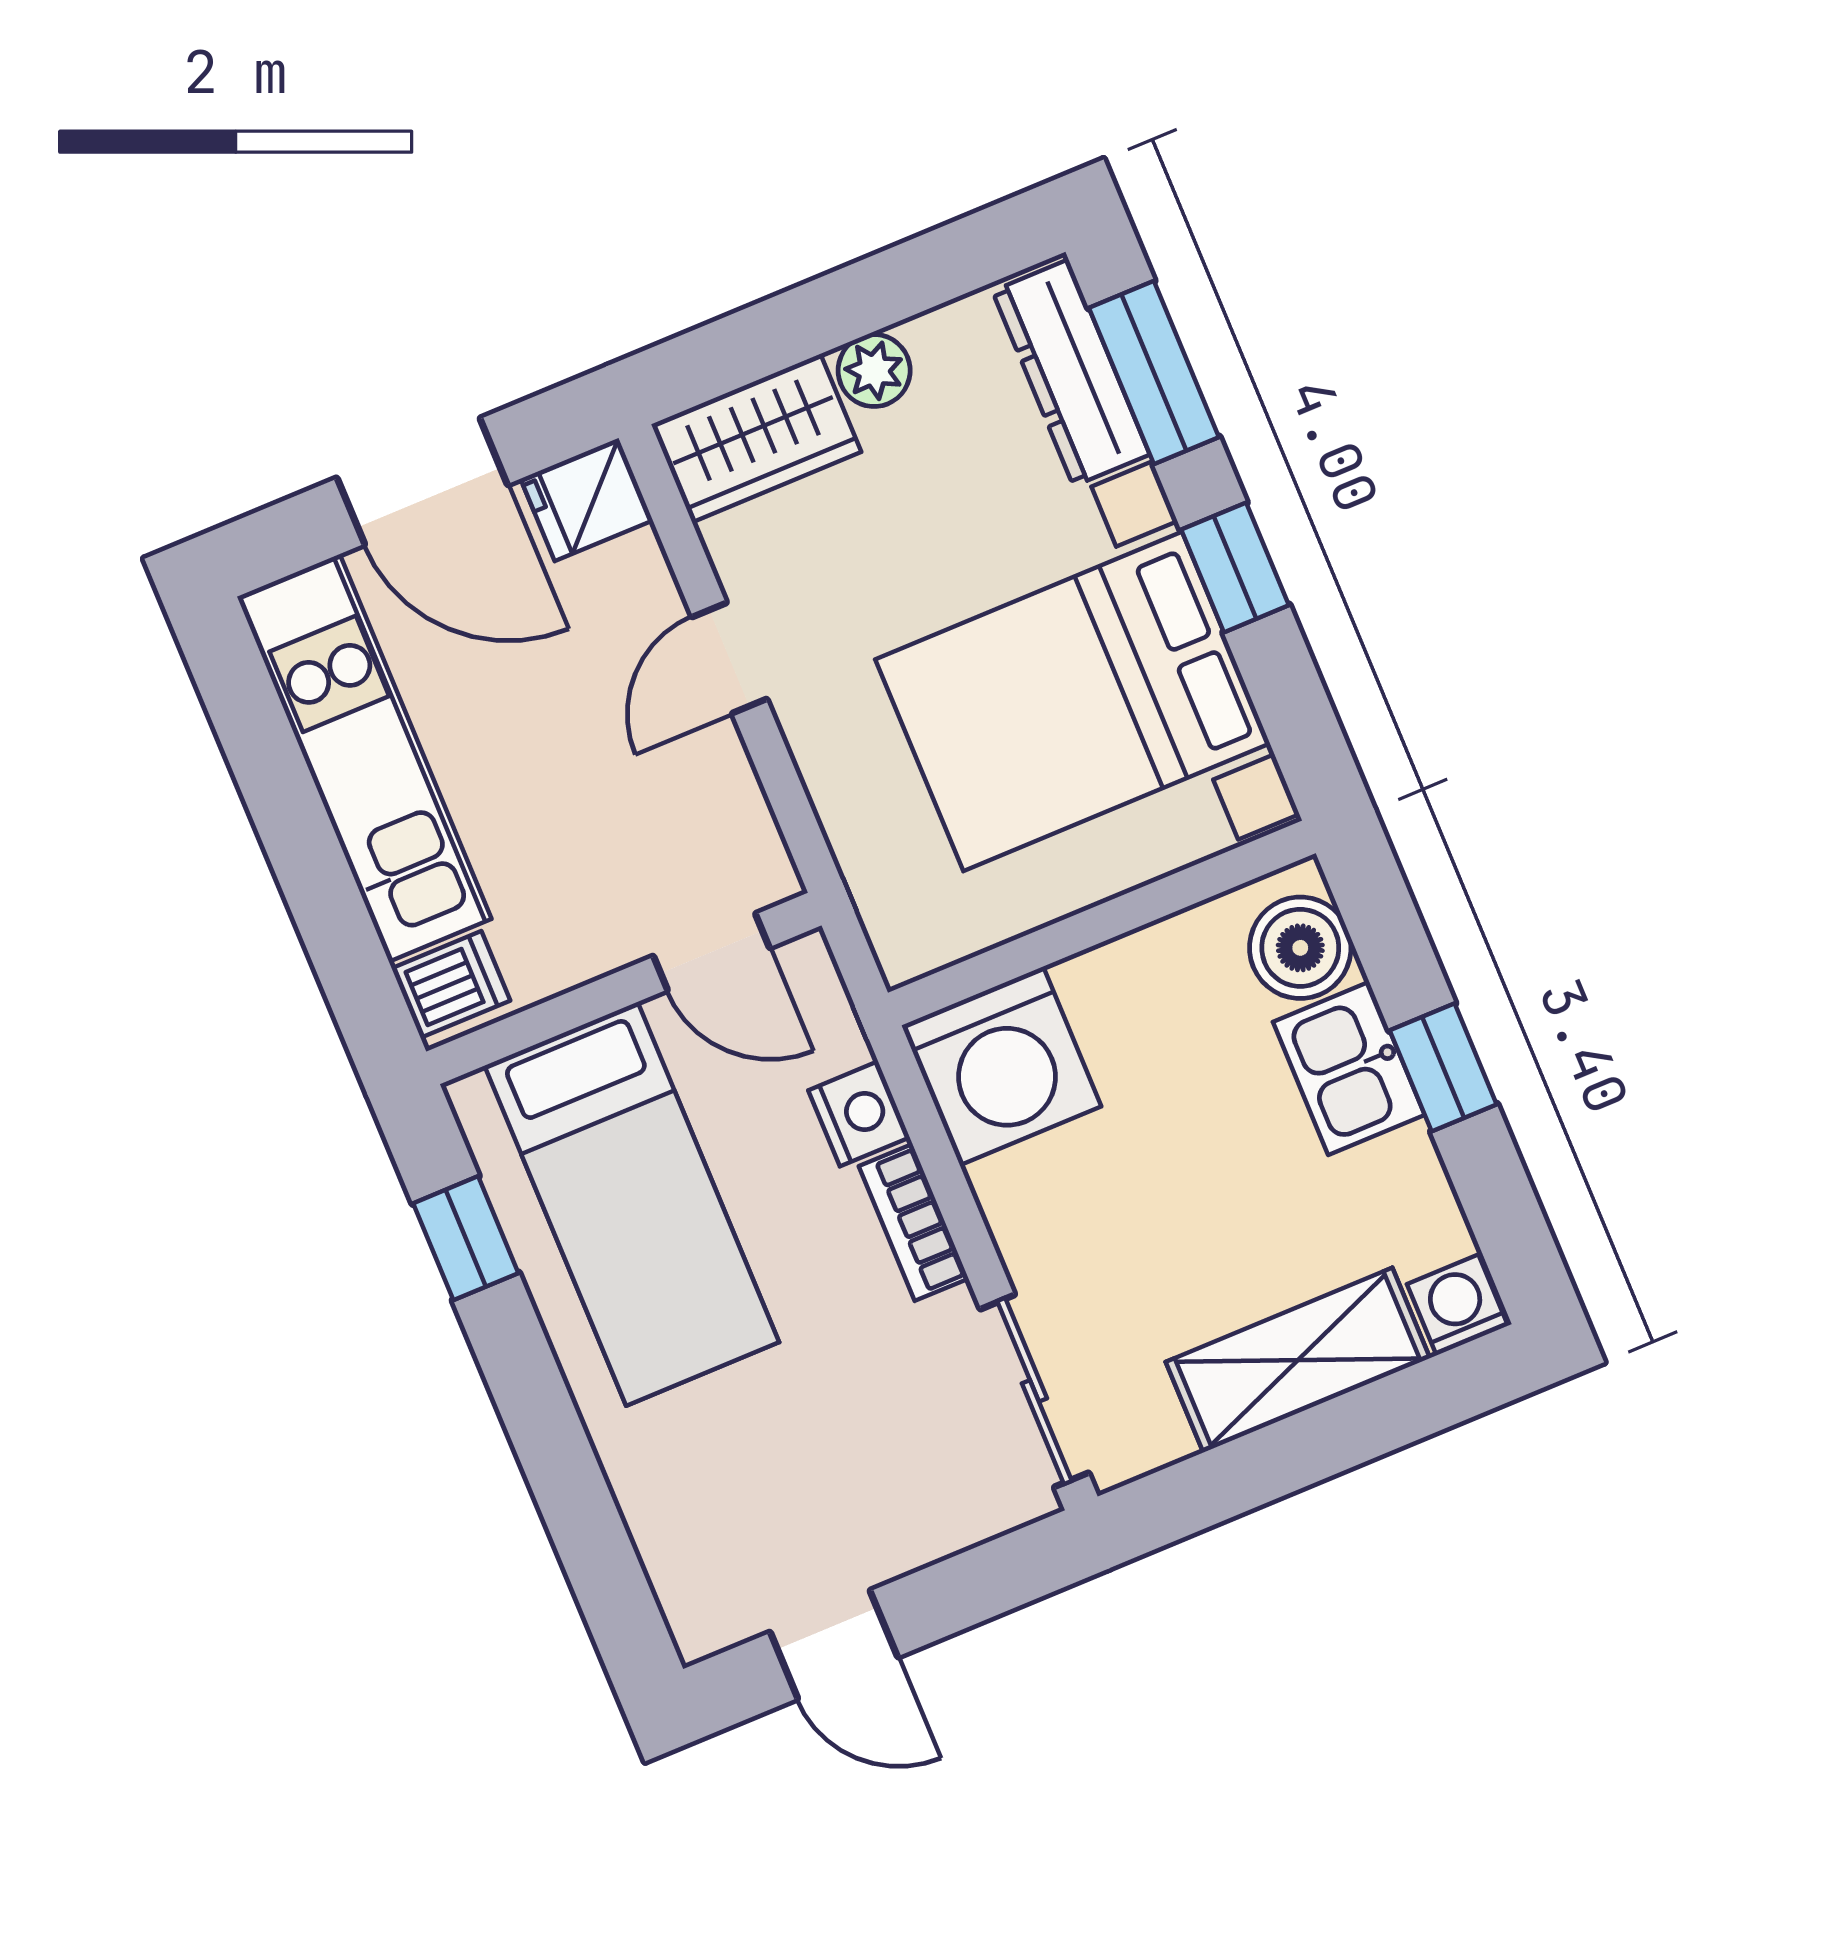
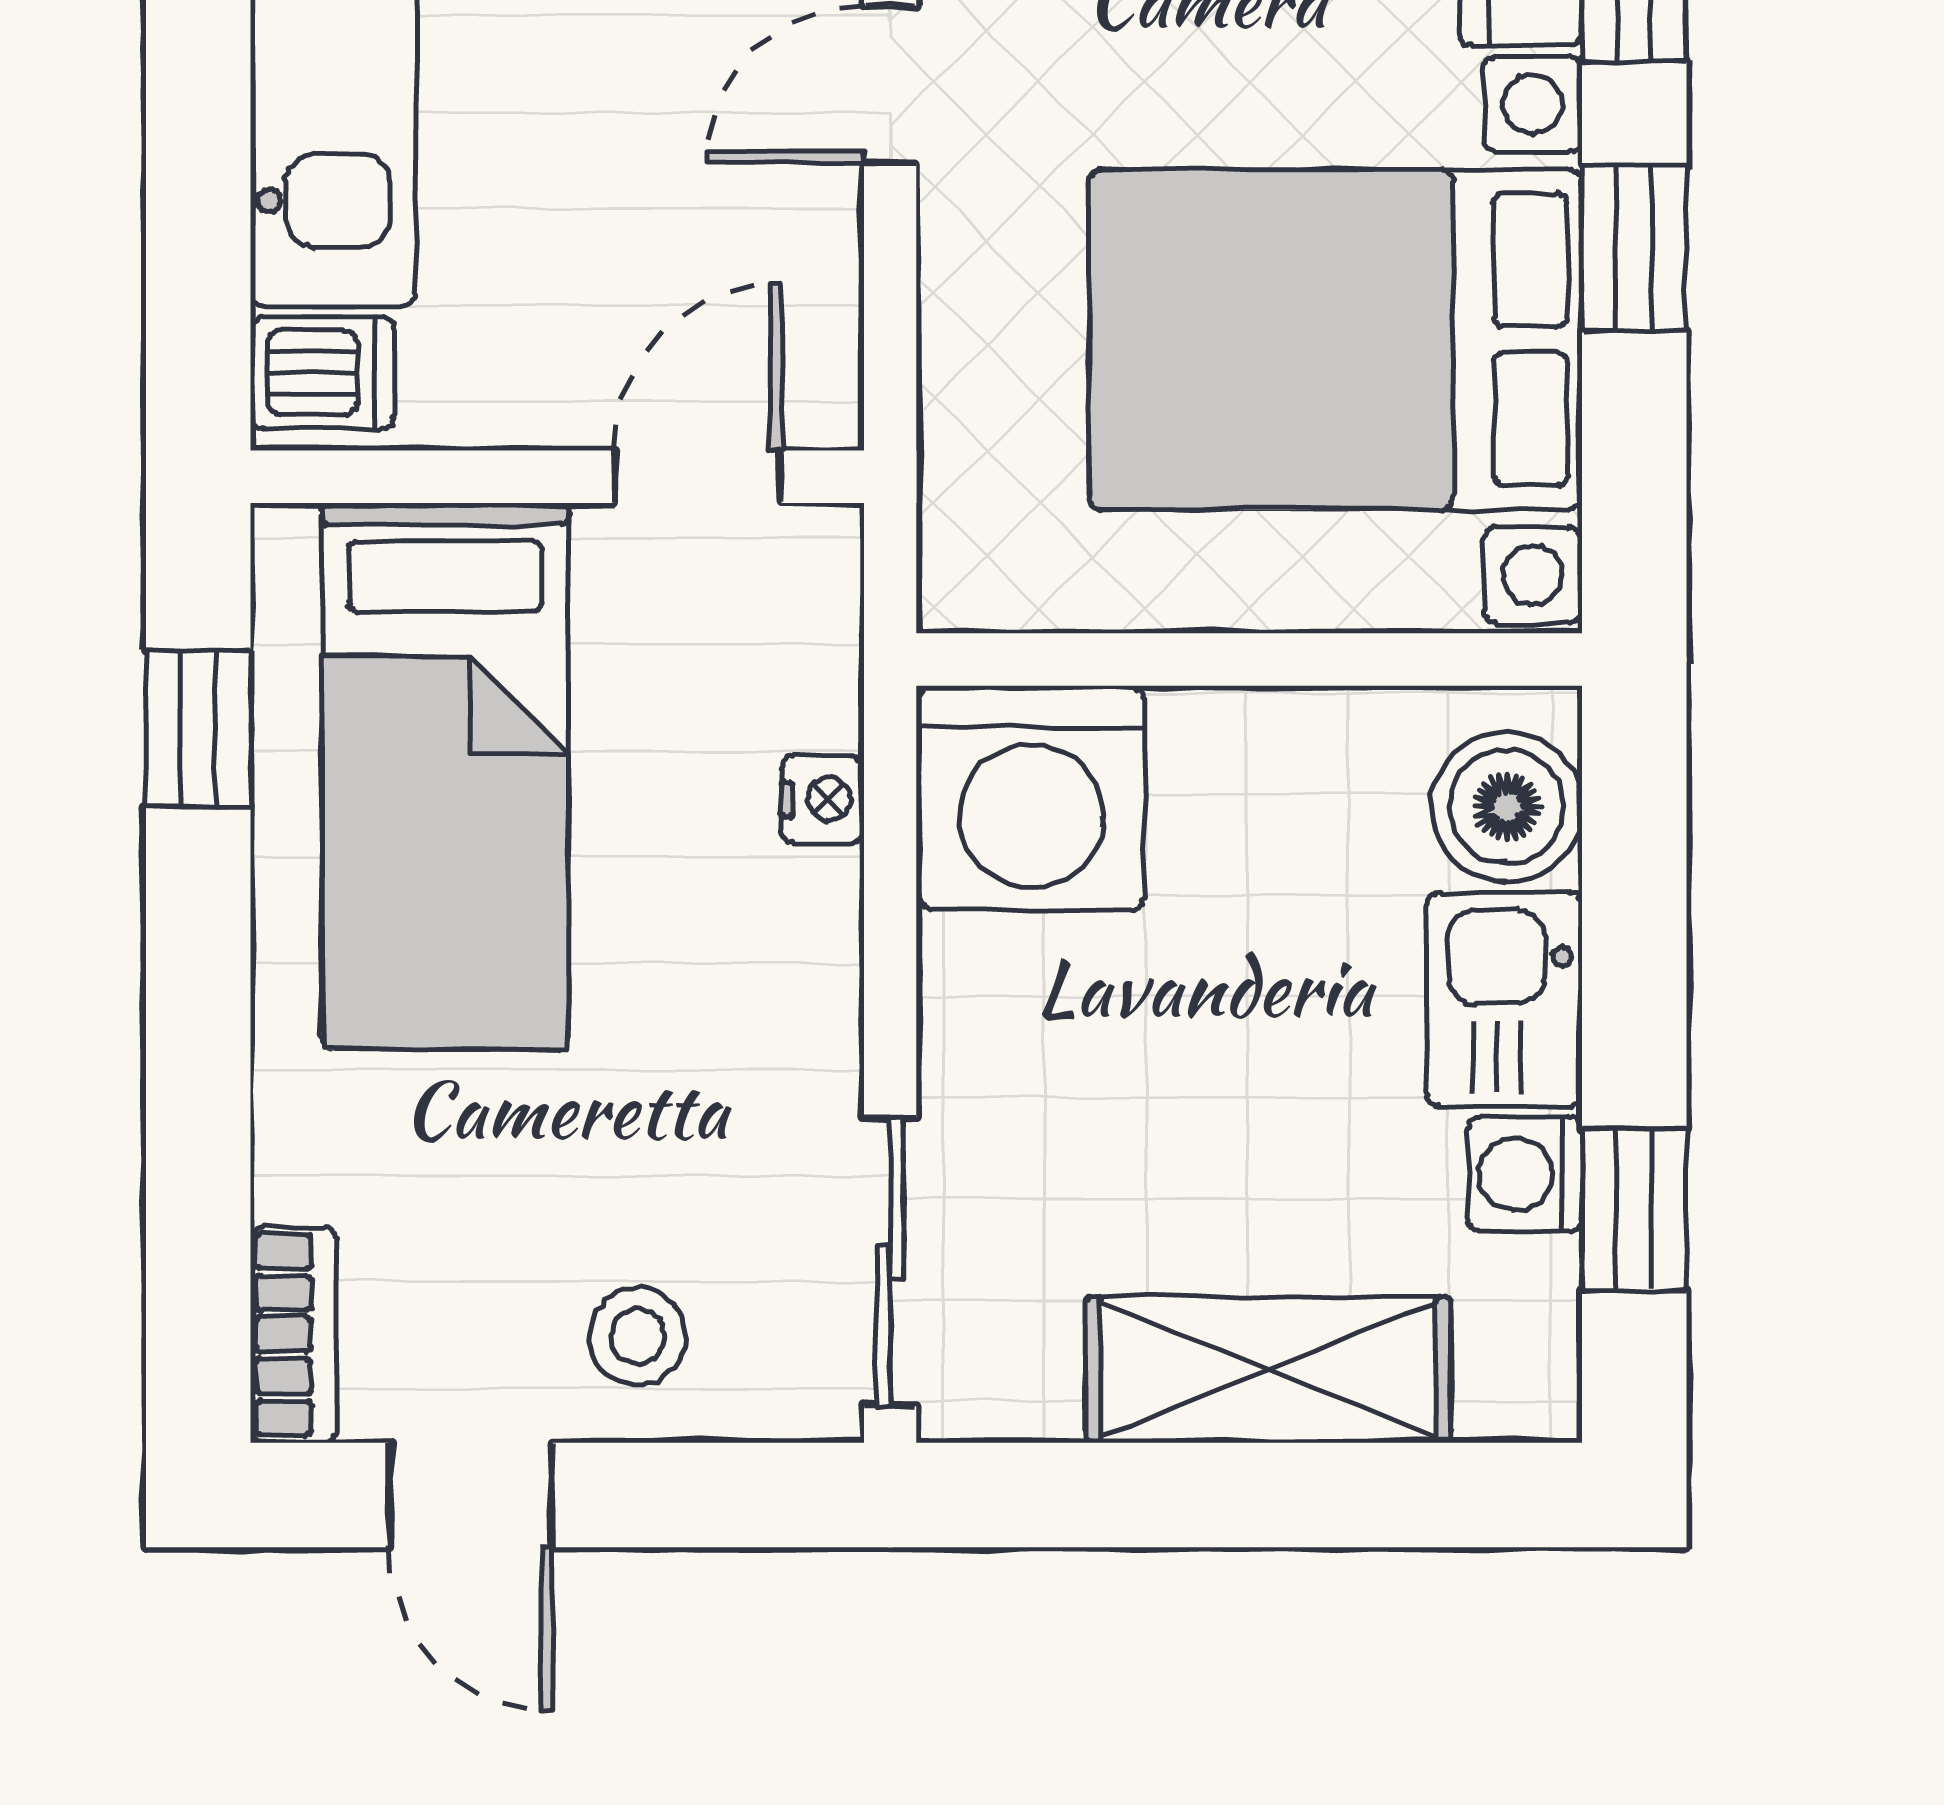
door: (711, 952) -> (698, 477), swing flipped
window: (1443, 1067) -> (1634, 1209), moved
nightstand: (859, 1114) -> (822, 800), width x0.72, depth x0.74
bookcase: (914, 1222) -> (294, 1335), moved, turned 180
washing machine: (1457, 1305) -> (1525, 1174), moved, turned -90
stool: (897, 1503) -> (638, 1336), added

